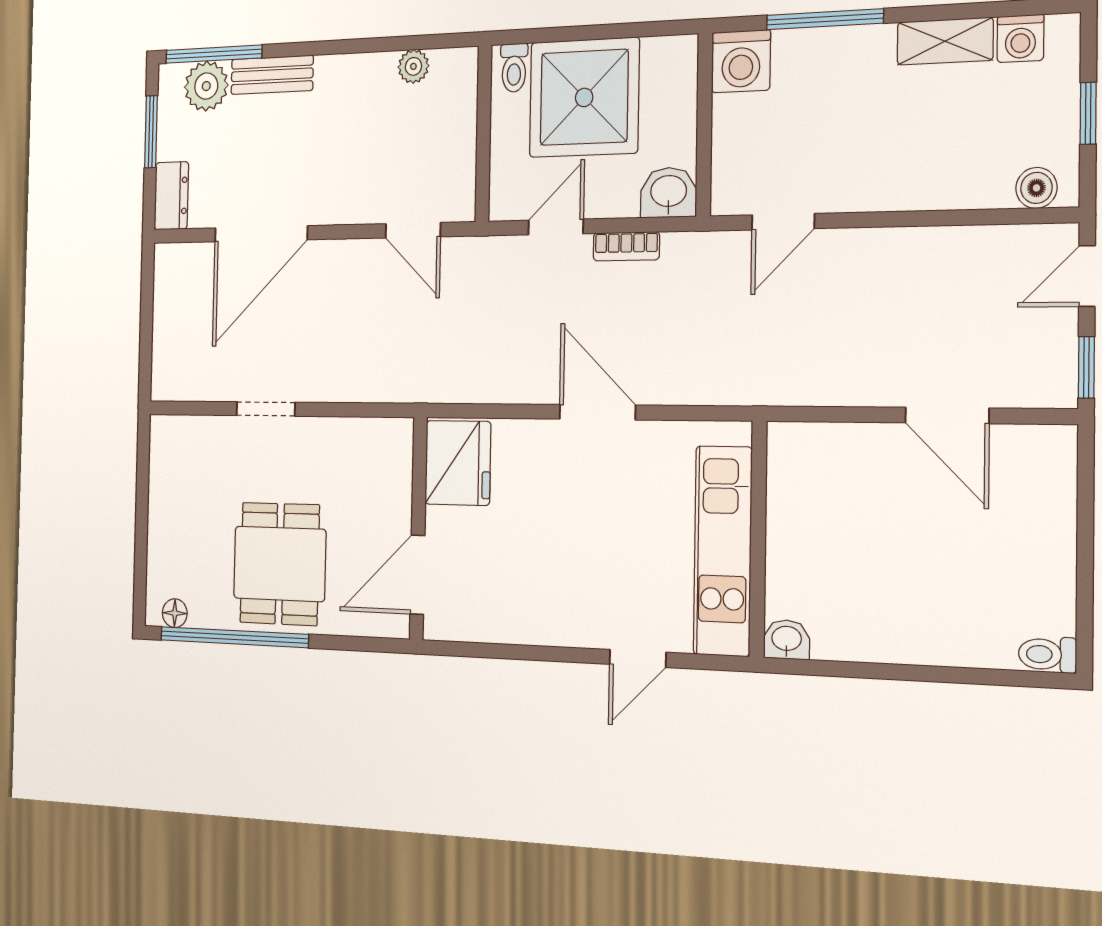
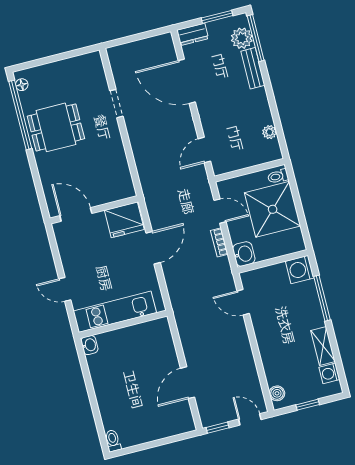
fridge: (458, 463) -> (124, 220), moved
wall: (418, 528) -> (94, 210), moved
door: (417, 575) -> (76, 215), moved

